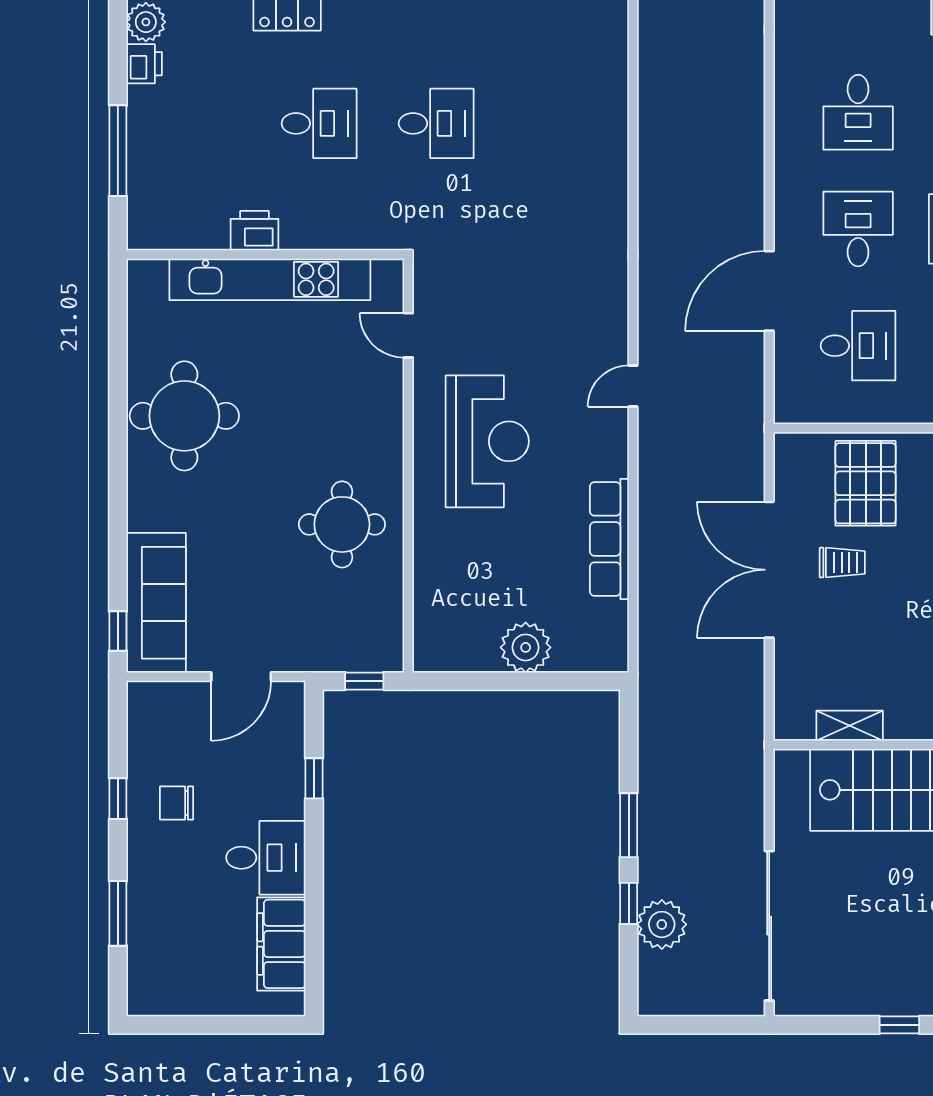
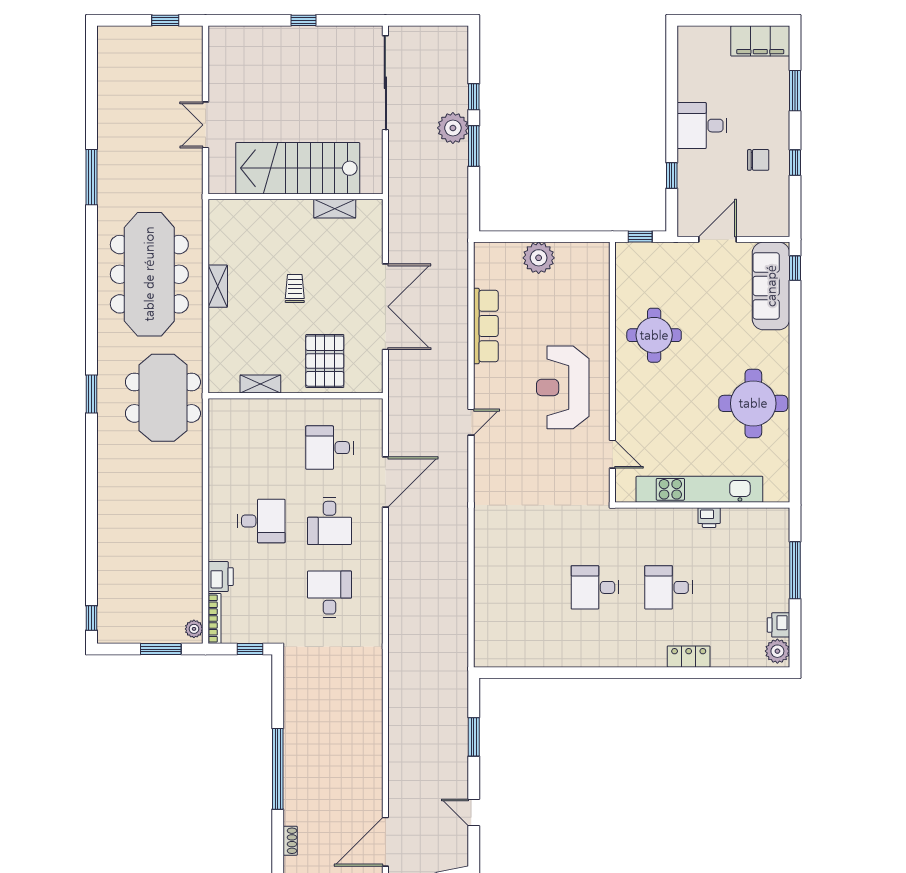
printer: (255, 231) -> (709, 518), width x0.73, depth x0.81
trolley: (842, 563) -> (295, 288), moved, turned 90
plant: (662, 924) -> (453, 128), moved
filing cabinet: (281, 944) -> (760, 41), moved, turned 90

